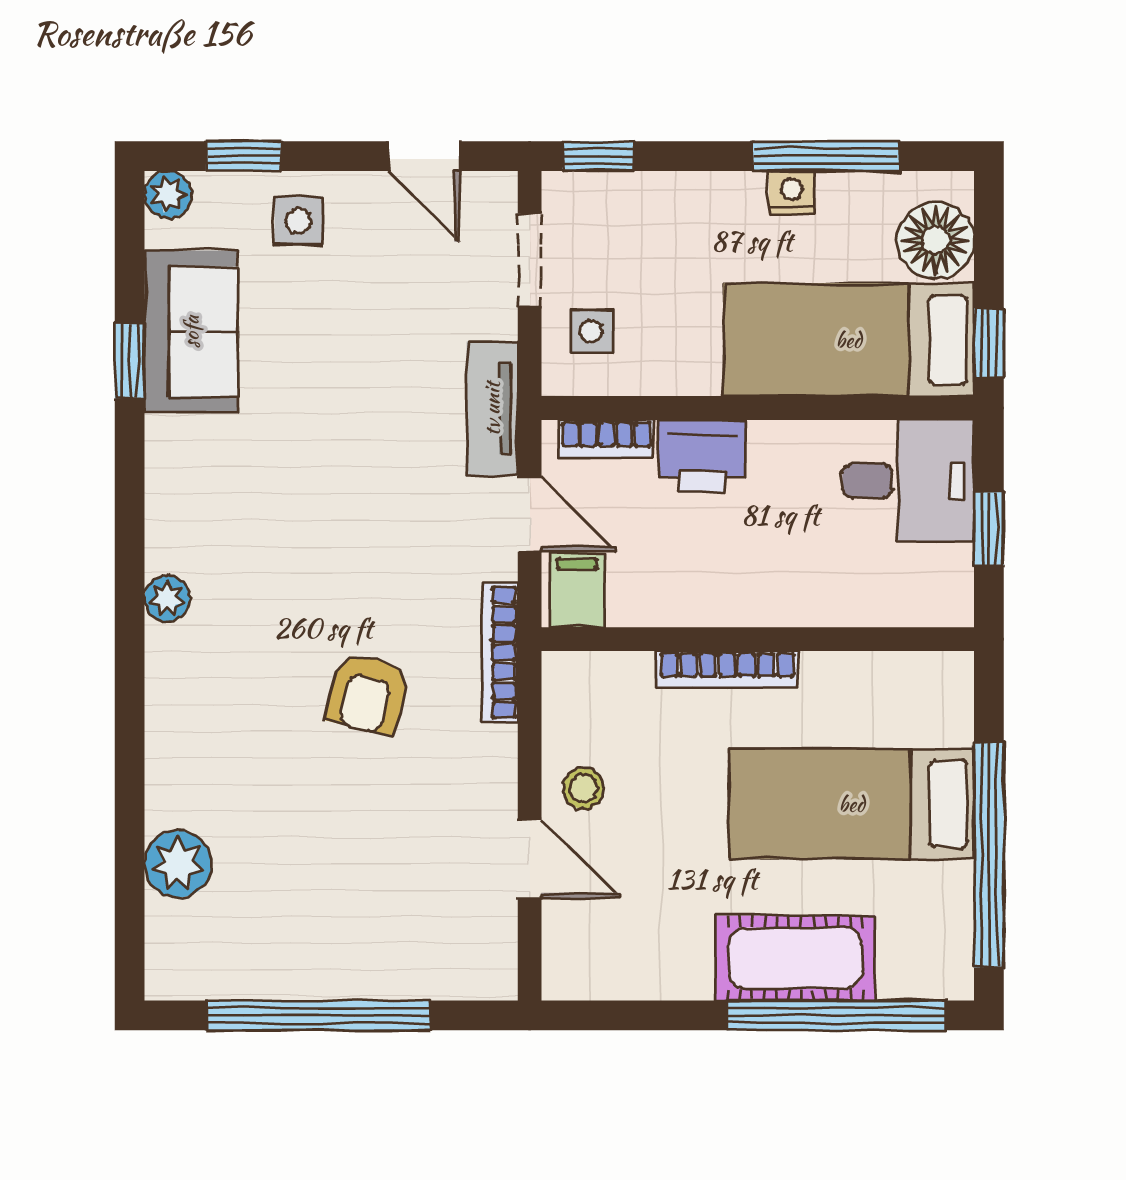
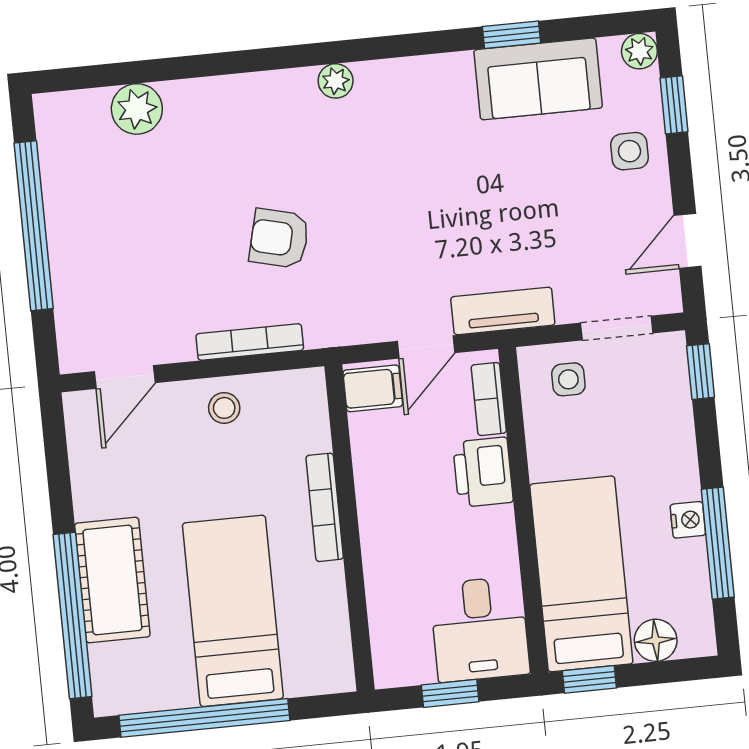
floor lamp: (935, 240) -> (656, 640), width x0.73, depth x0.73
bookcase: (500, 652) -> (250, 342), moved
door: (530, 859) -> (125, 377), moved

